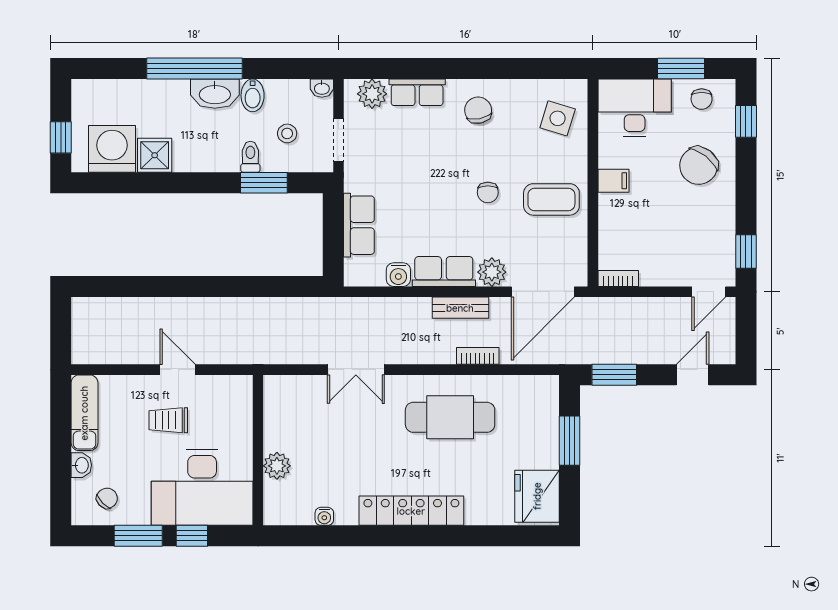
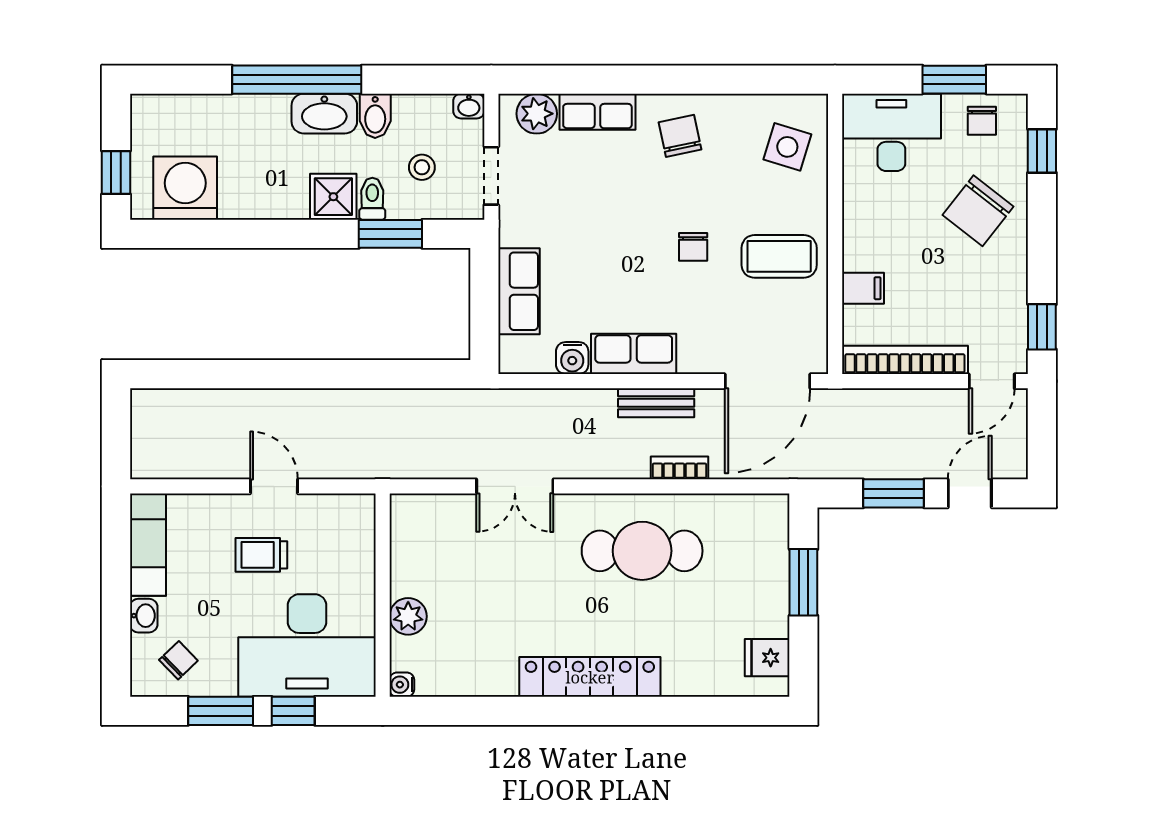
shower: (155, 155) -> (333, 197), moved
filing cabinet: (613, 181) -> (863, 288), moved
plant: (492, 272) -> (698, 355), removed
bookcase: (618, 279) -> (905, 360), width x2.31, depth x1.31
window: (614, 375) -> (894, 493), moved
fridge: (537, 496) -> (767, 658), width x0.53, depth x0.75
water cooler: (324, 516) -> (402, 685), moved, turned 90

